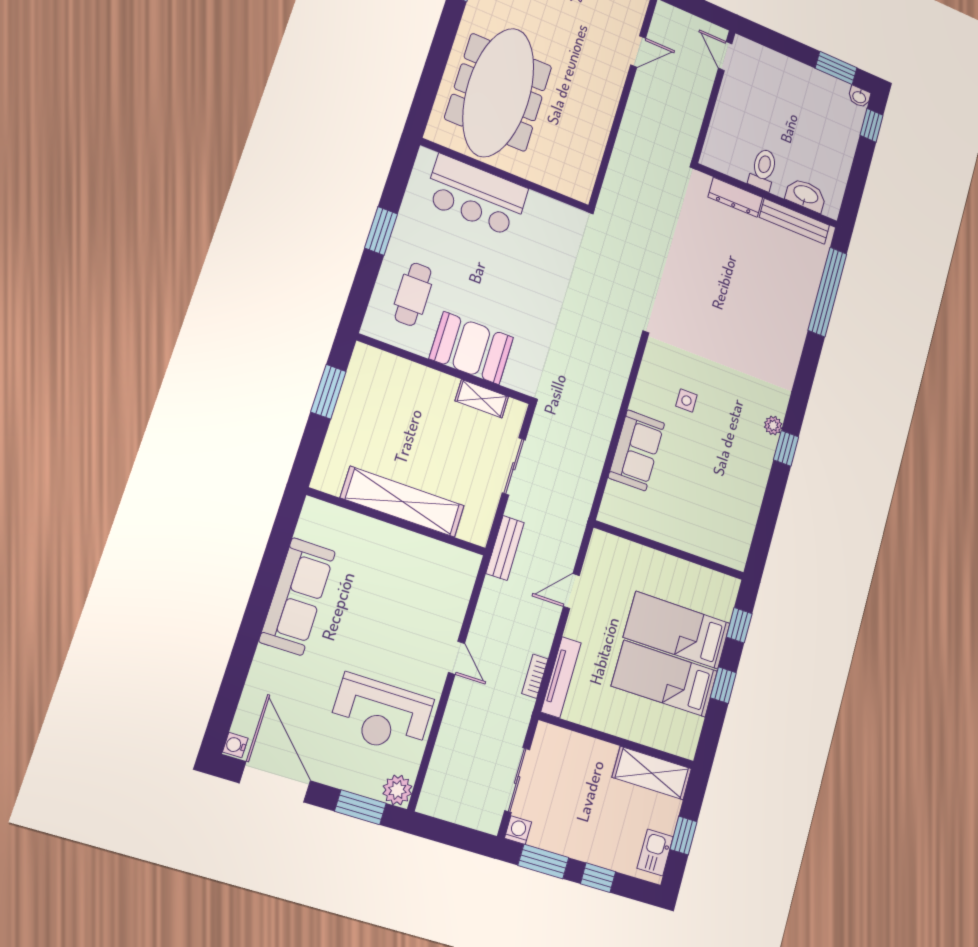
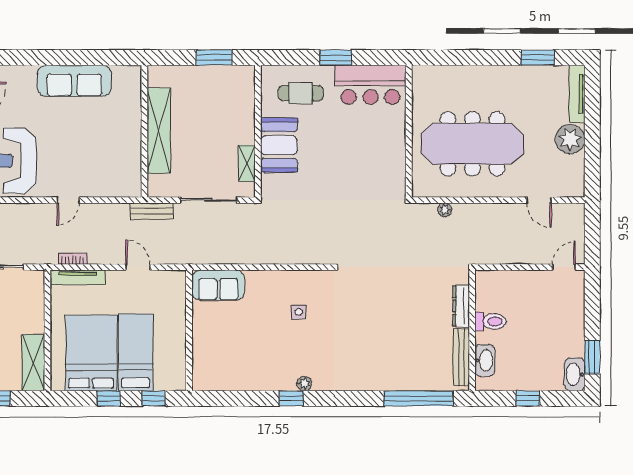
meeting table: (498, 92) -> (472, 144), moved
washbasin: (859, 97) -> (575, 374), width x1.91, depth x1.45
window: (872, 125) -> (528, 398), moved
plant: (616, 170) -> (445, 210), added
bar counter: (476, 195) -> (370, 85), moved, turned -90
sofa: (636, 450) -> (218, 285), moved
sliding door: (514, 466) -> (209, 200), width x1.37
bed: (665, 679) -> (91, 353), width x1.50

